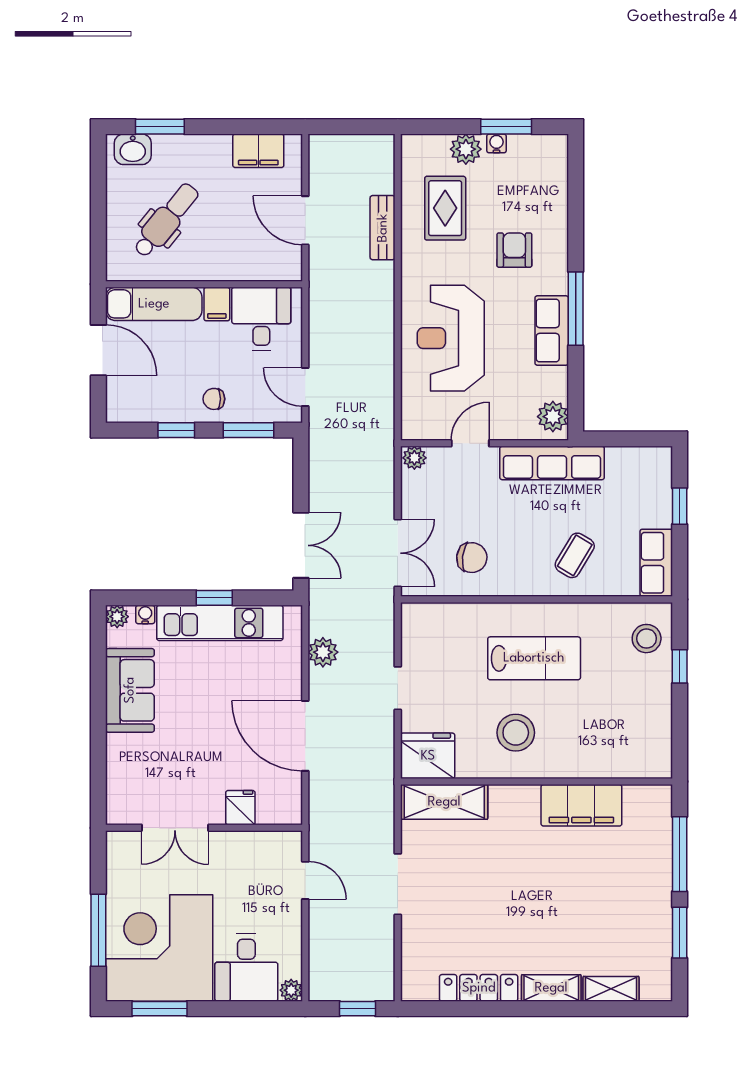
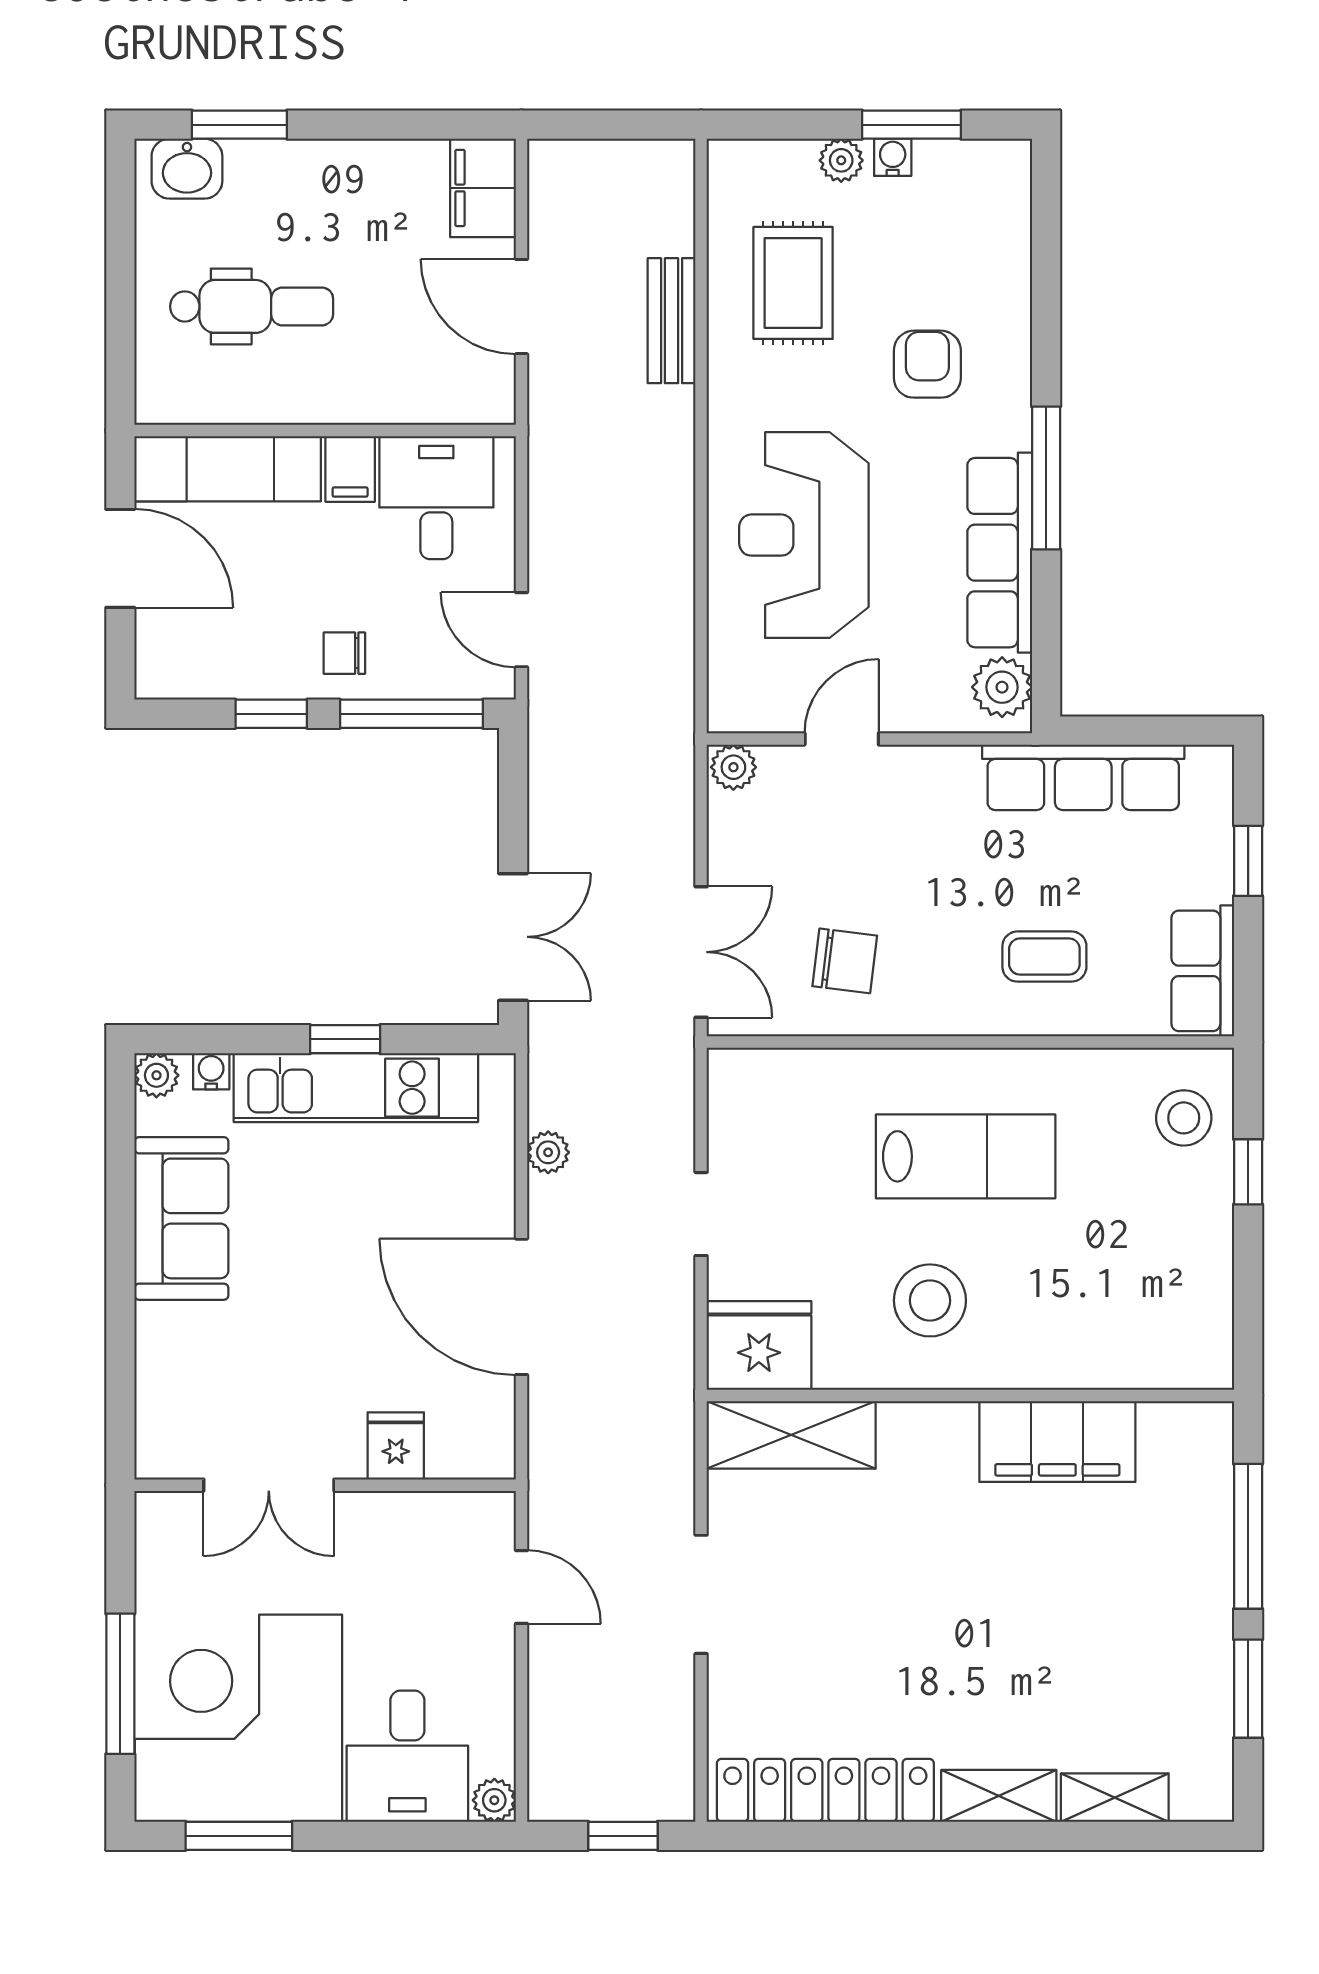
plant: (466, 149) -> (841, 160), width x0.73, depth x0.73
filing cabinet: (258, 151) -> (483, 188), moved, turned 90
dental chair: (166, 220) -> (252, 306), turned 51
row of seats: (552, 330) -> (1000, 553), width x1.48
window: (248, 430) -> (411, 714), width x1.44
row of seats: (552, 463) -> (1083, 777), moved
coffee table: (575, 555) -> (1044, 957), turned 59
plant: (323, 652) -> (548, 1152), width x0.73, depth x0.73
locker: (479, 988) -> (825, 1790), width x1.41, depth x1.21

